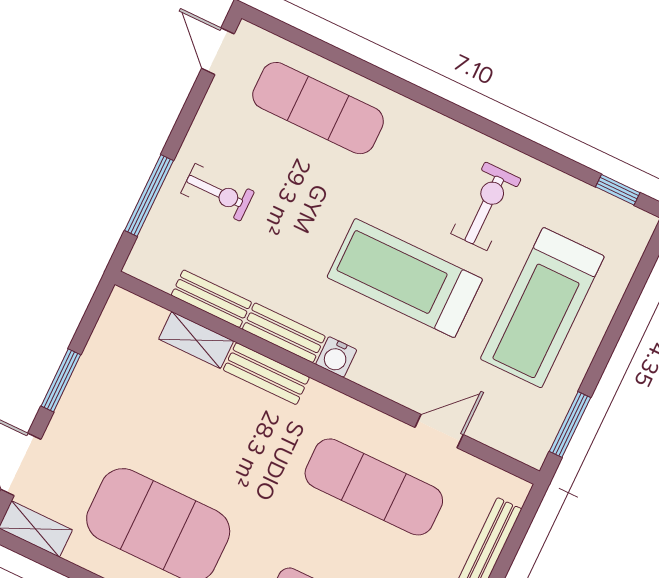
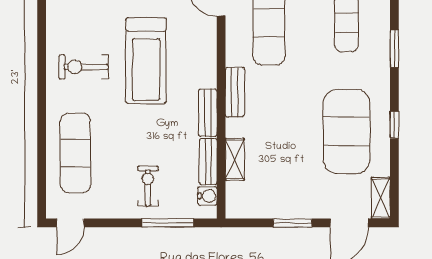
exercise bike: (486, 206) -> (84, 67), moved
water cooler: (336, 357) -> (207, 196), moved
bench: (266, 374) -> (235, 92), moved

